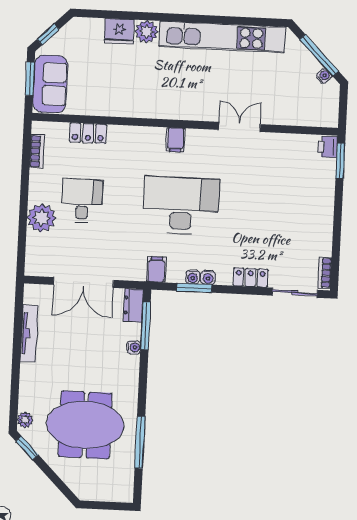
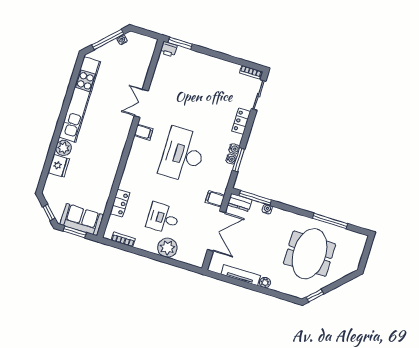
filing cabinet: (176, 140) -> (143, 132), moved
filing cabinet: (156, 269) -> (215, 199), moved
plant: (25, 420) -> (265, 282), moved

